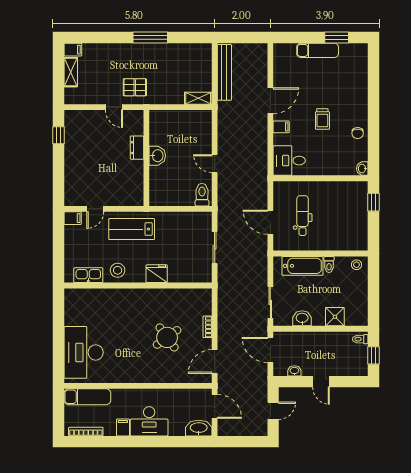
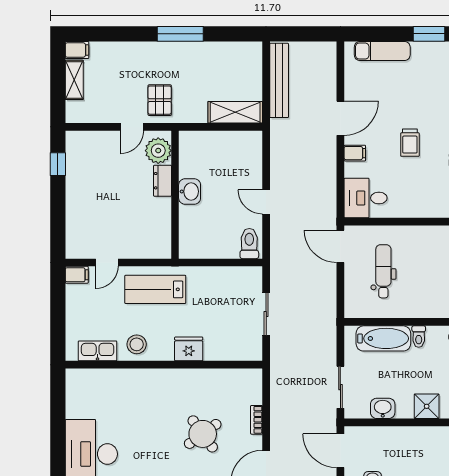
exam couch: (318, 50) -> (382, 51), moved
pallet: (135, 87) -> (160, 100), turned 90
shelving: (198, 98) -> (235, 112), width x1.50, depth x1.33
door: (114, 107) -> (132, 127), hinge flipped
plant: (134, 125) -> (158, 151), added
door: (270, 222) -> (340, 246), moved

